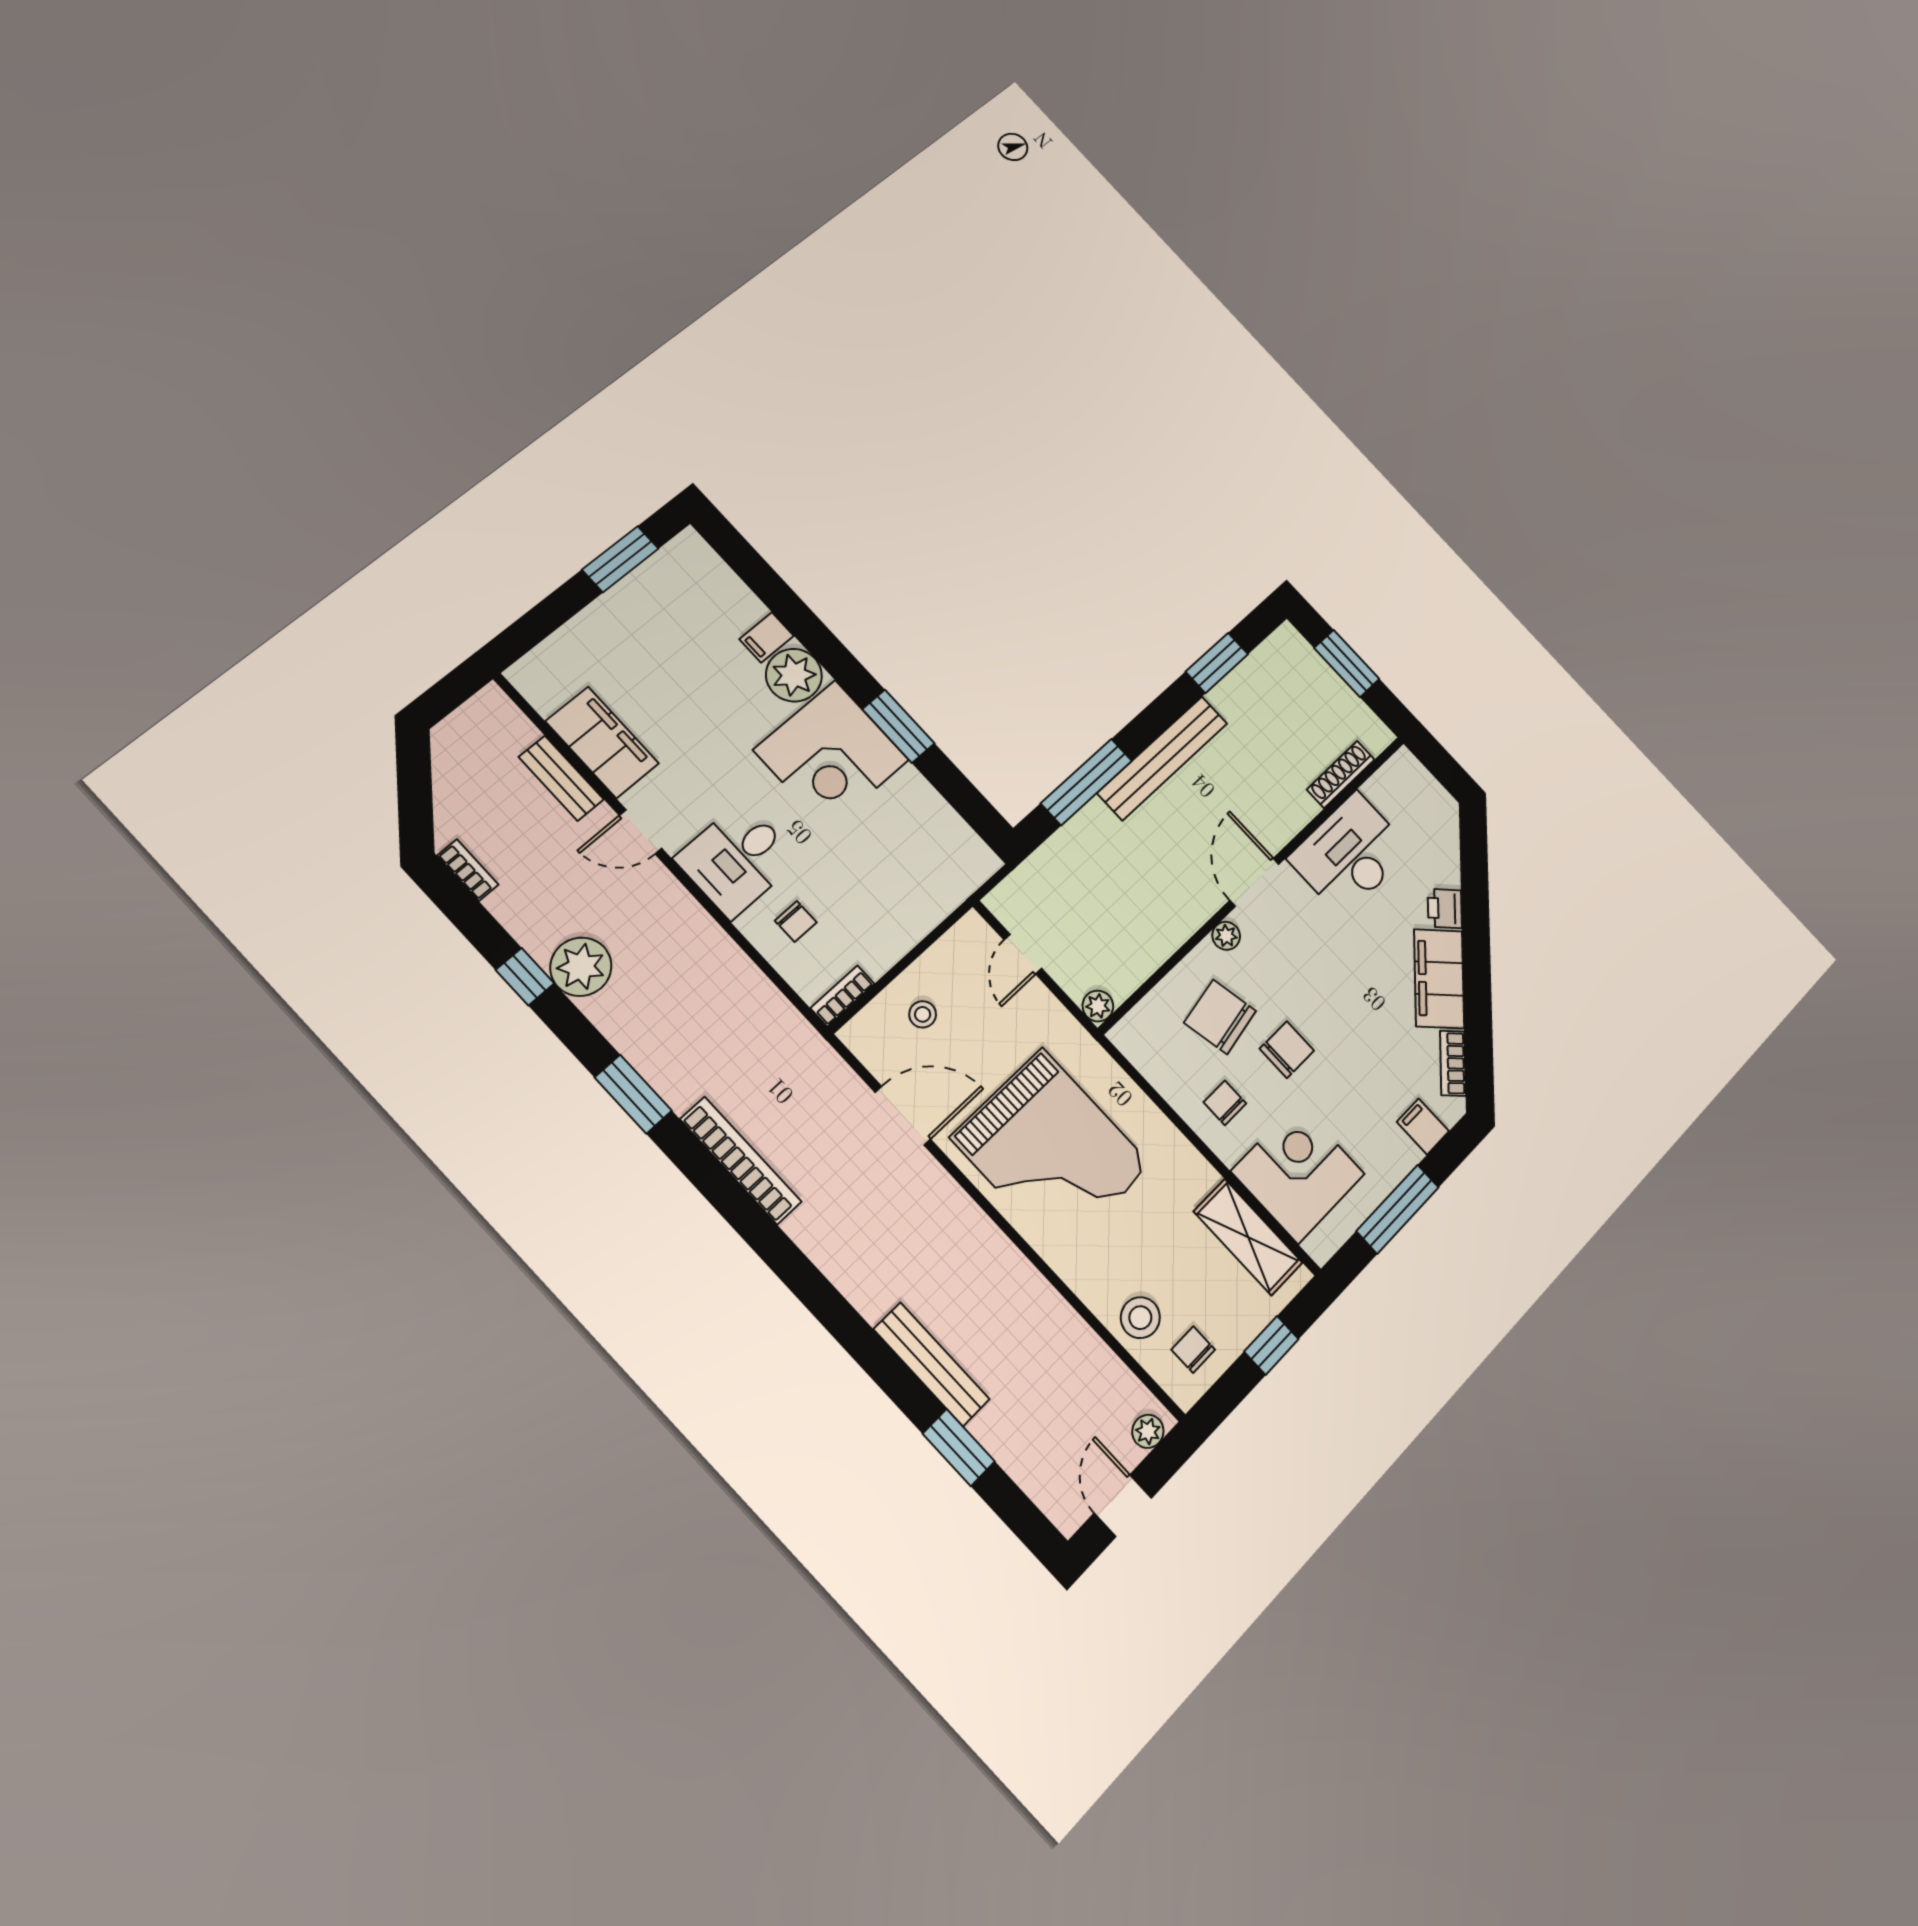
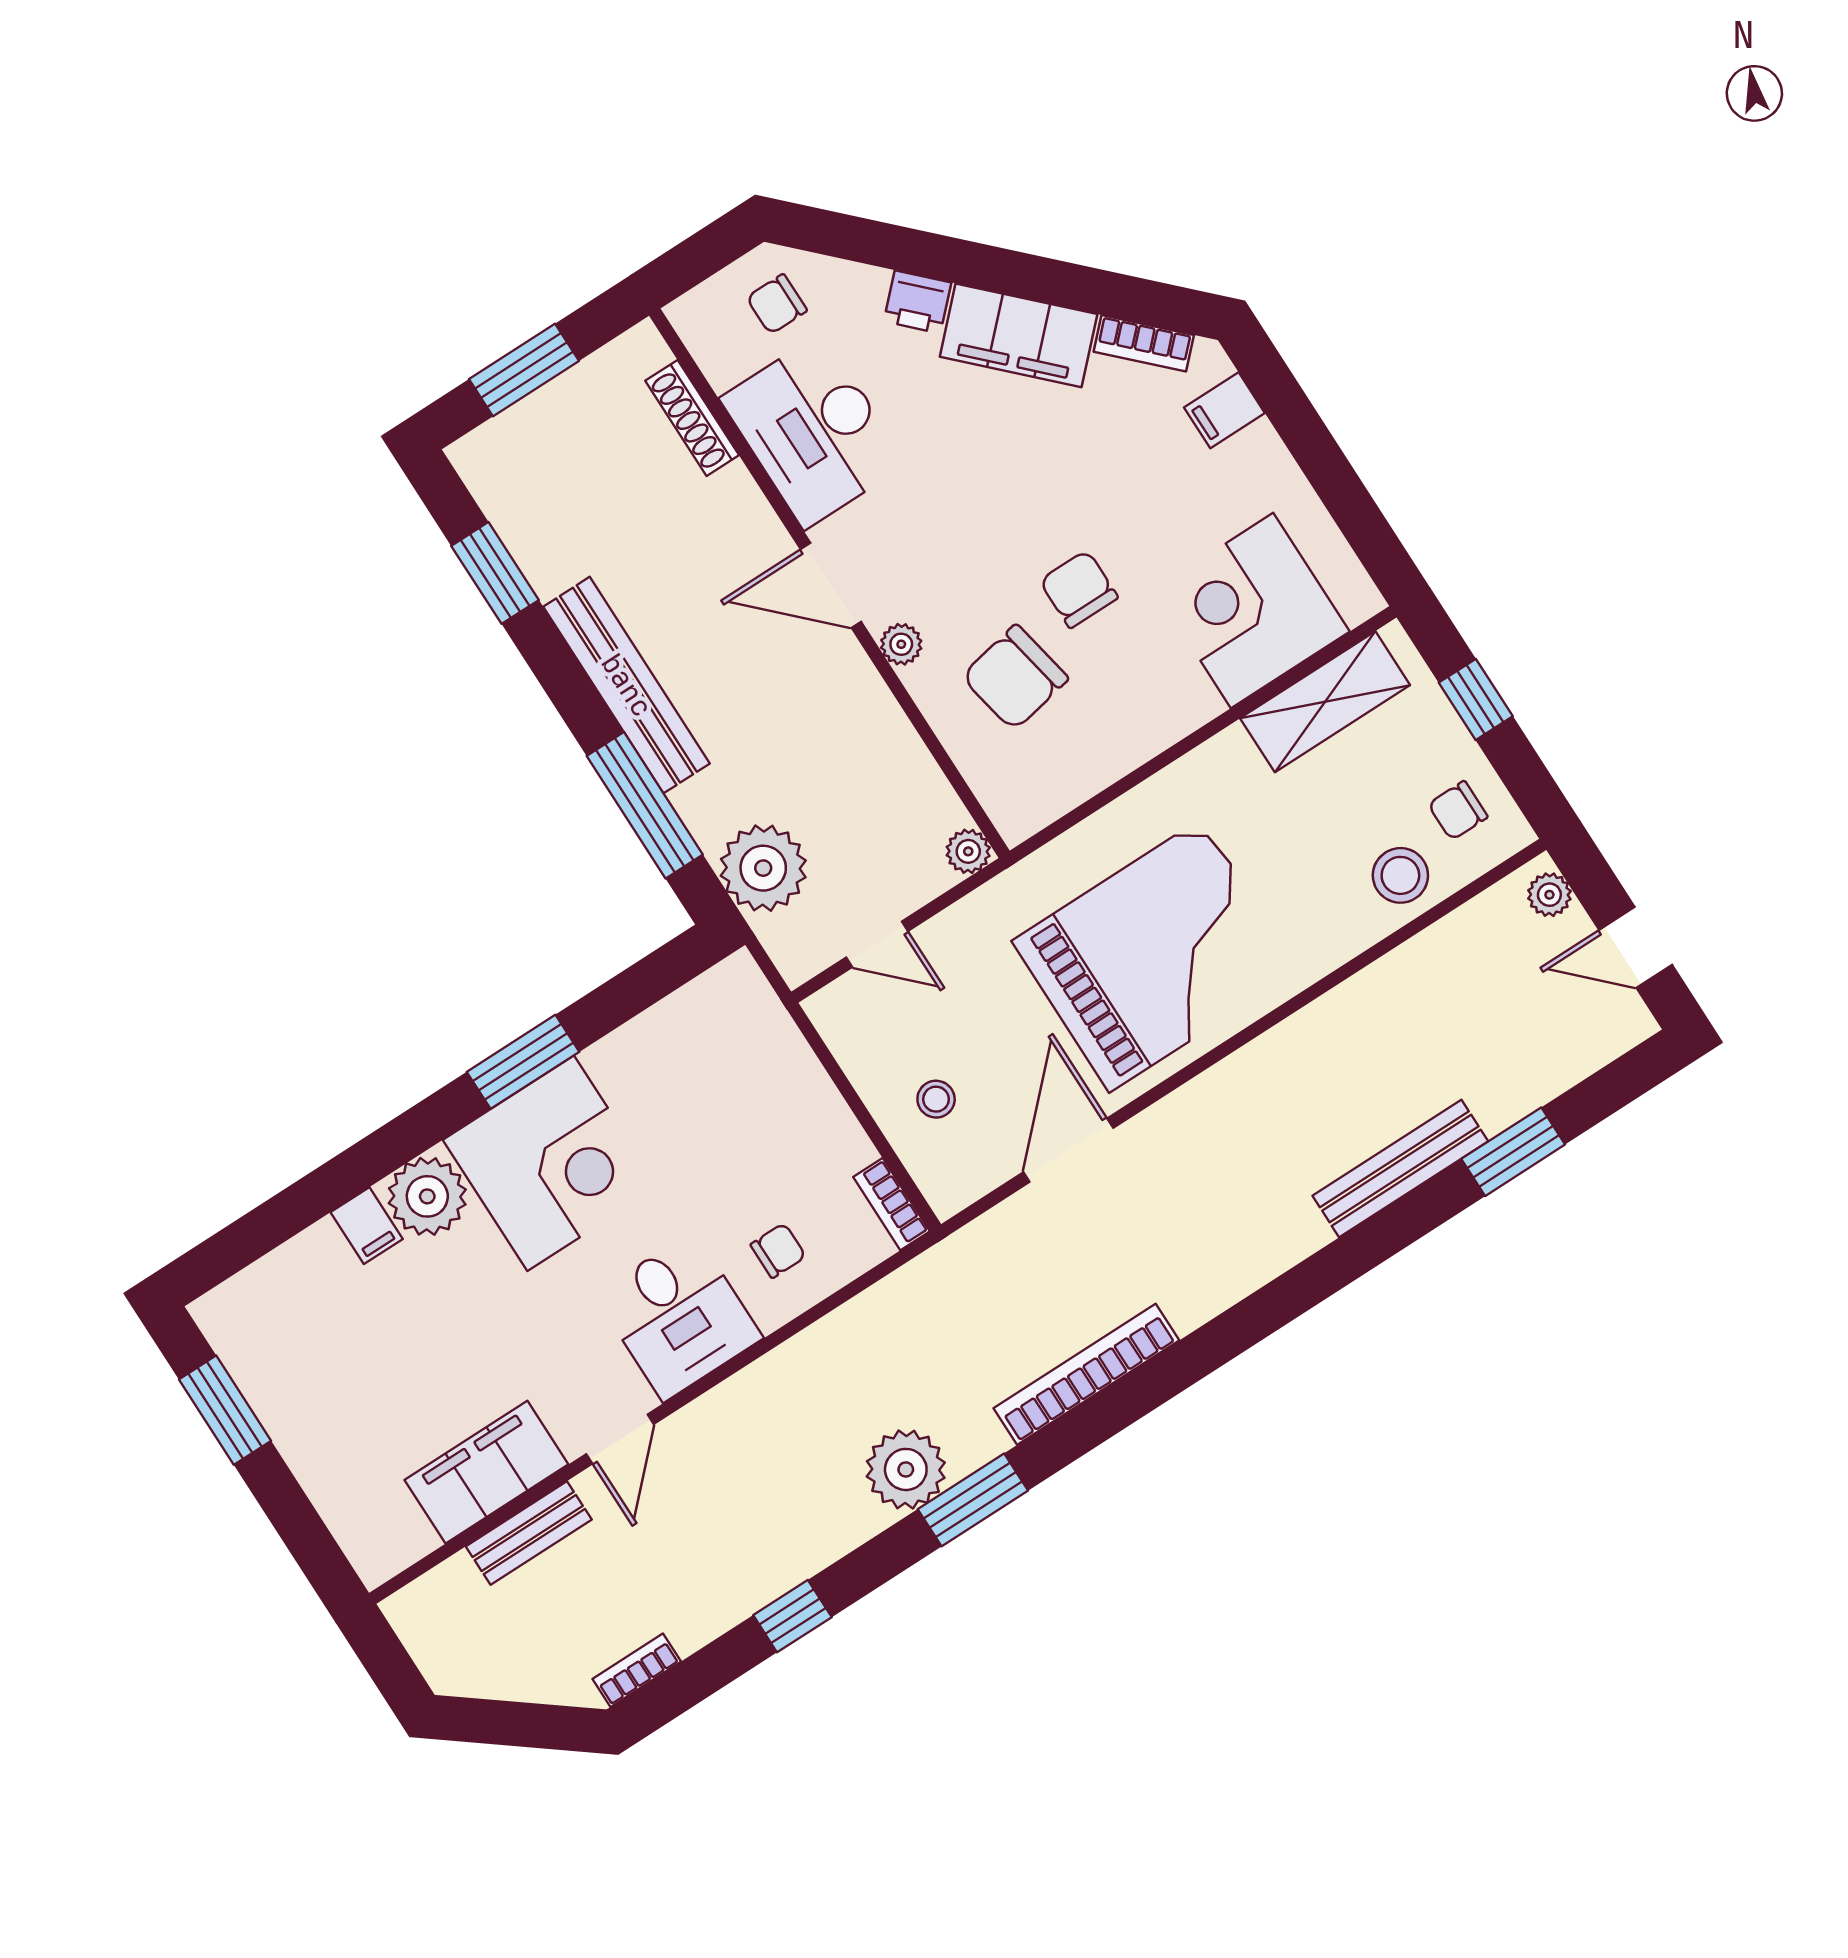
plant: (1060, 868) -> (763, 868), added
plant: (581, 967) -> (906, 1469), moved
chair: (1225, 1103) -> (777, 304), moved
window: (1398, 1209) -> (1331, 475), removed

